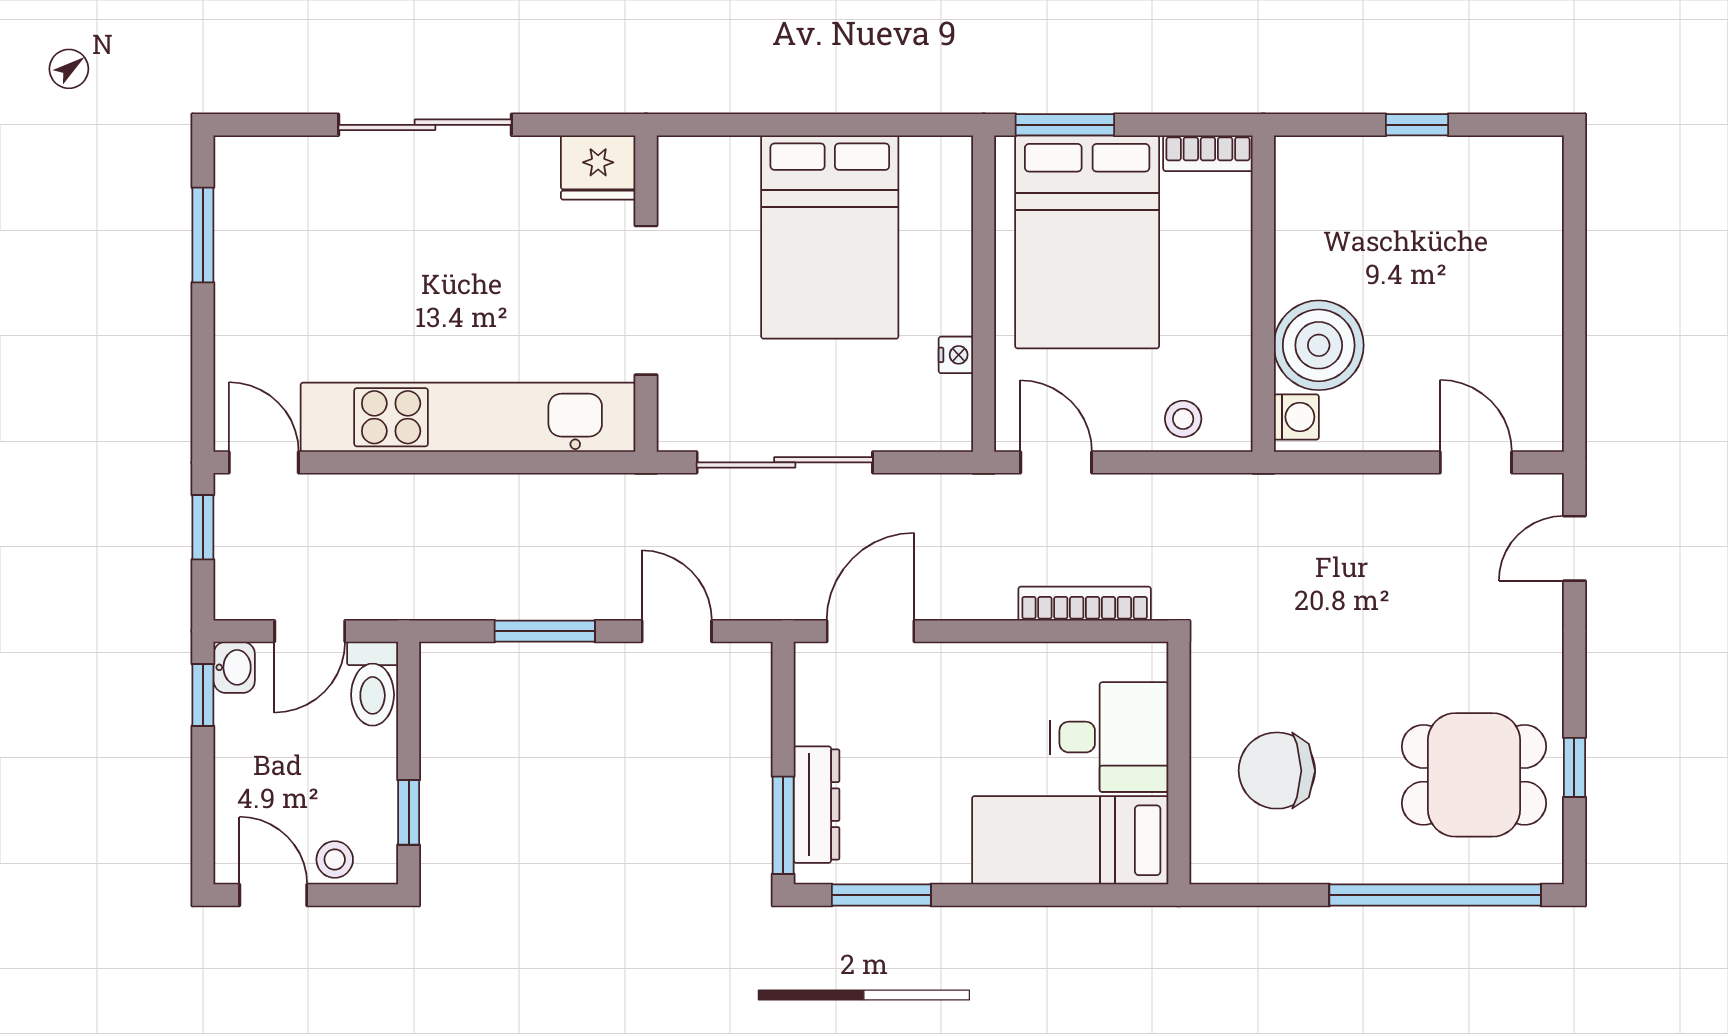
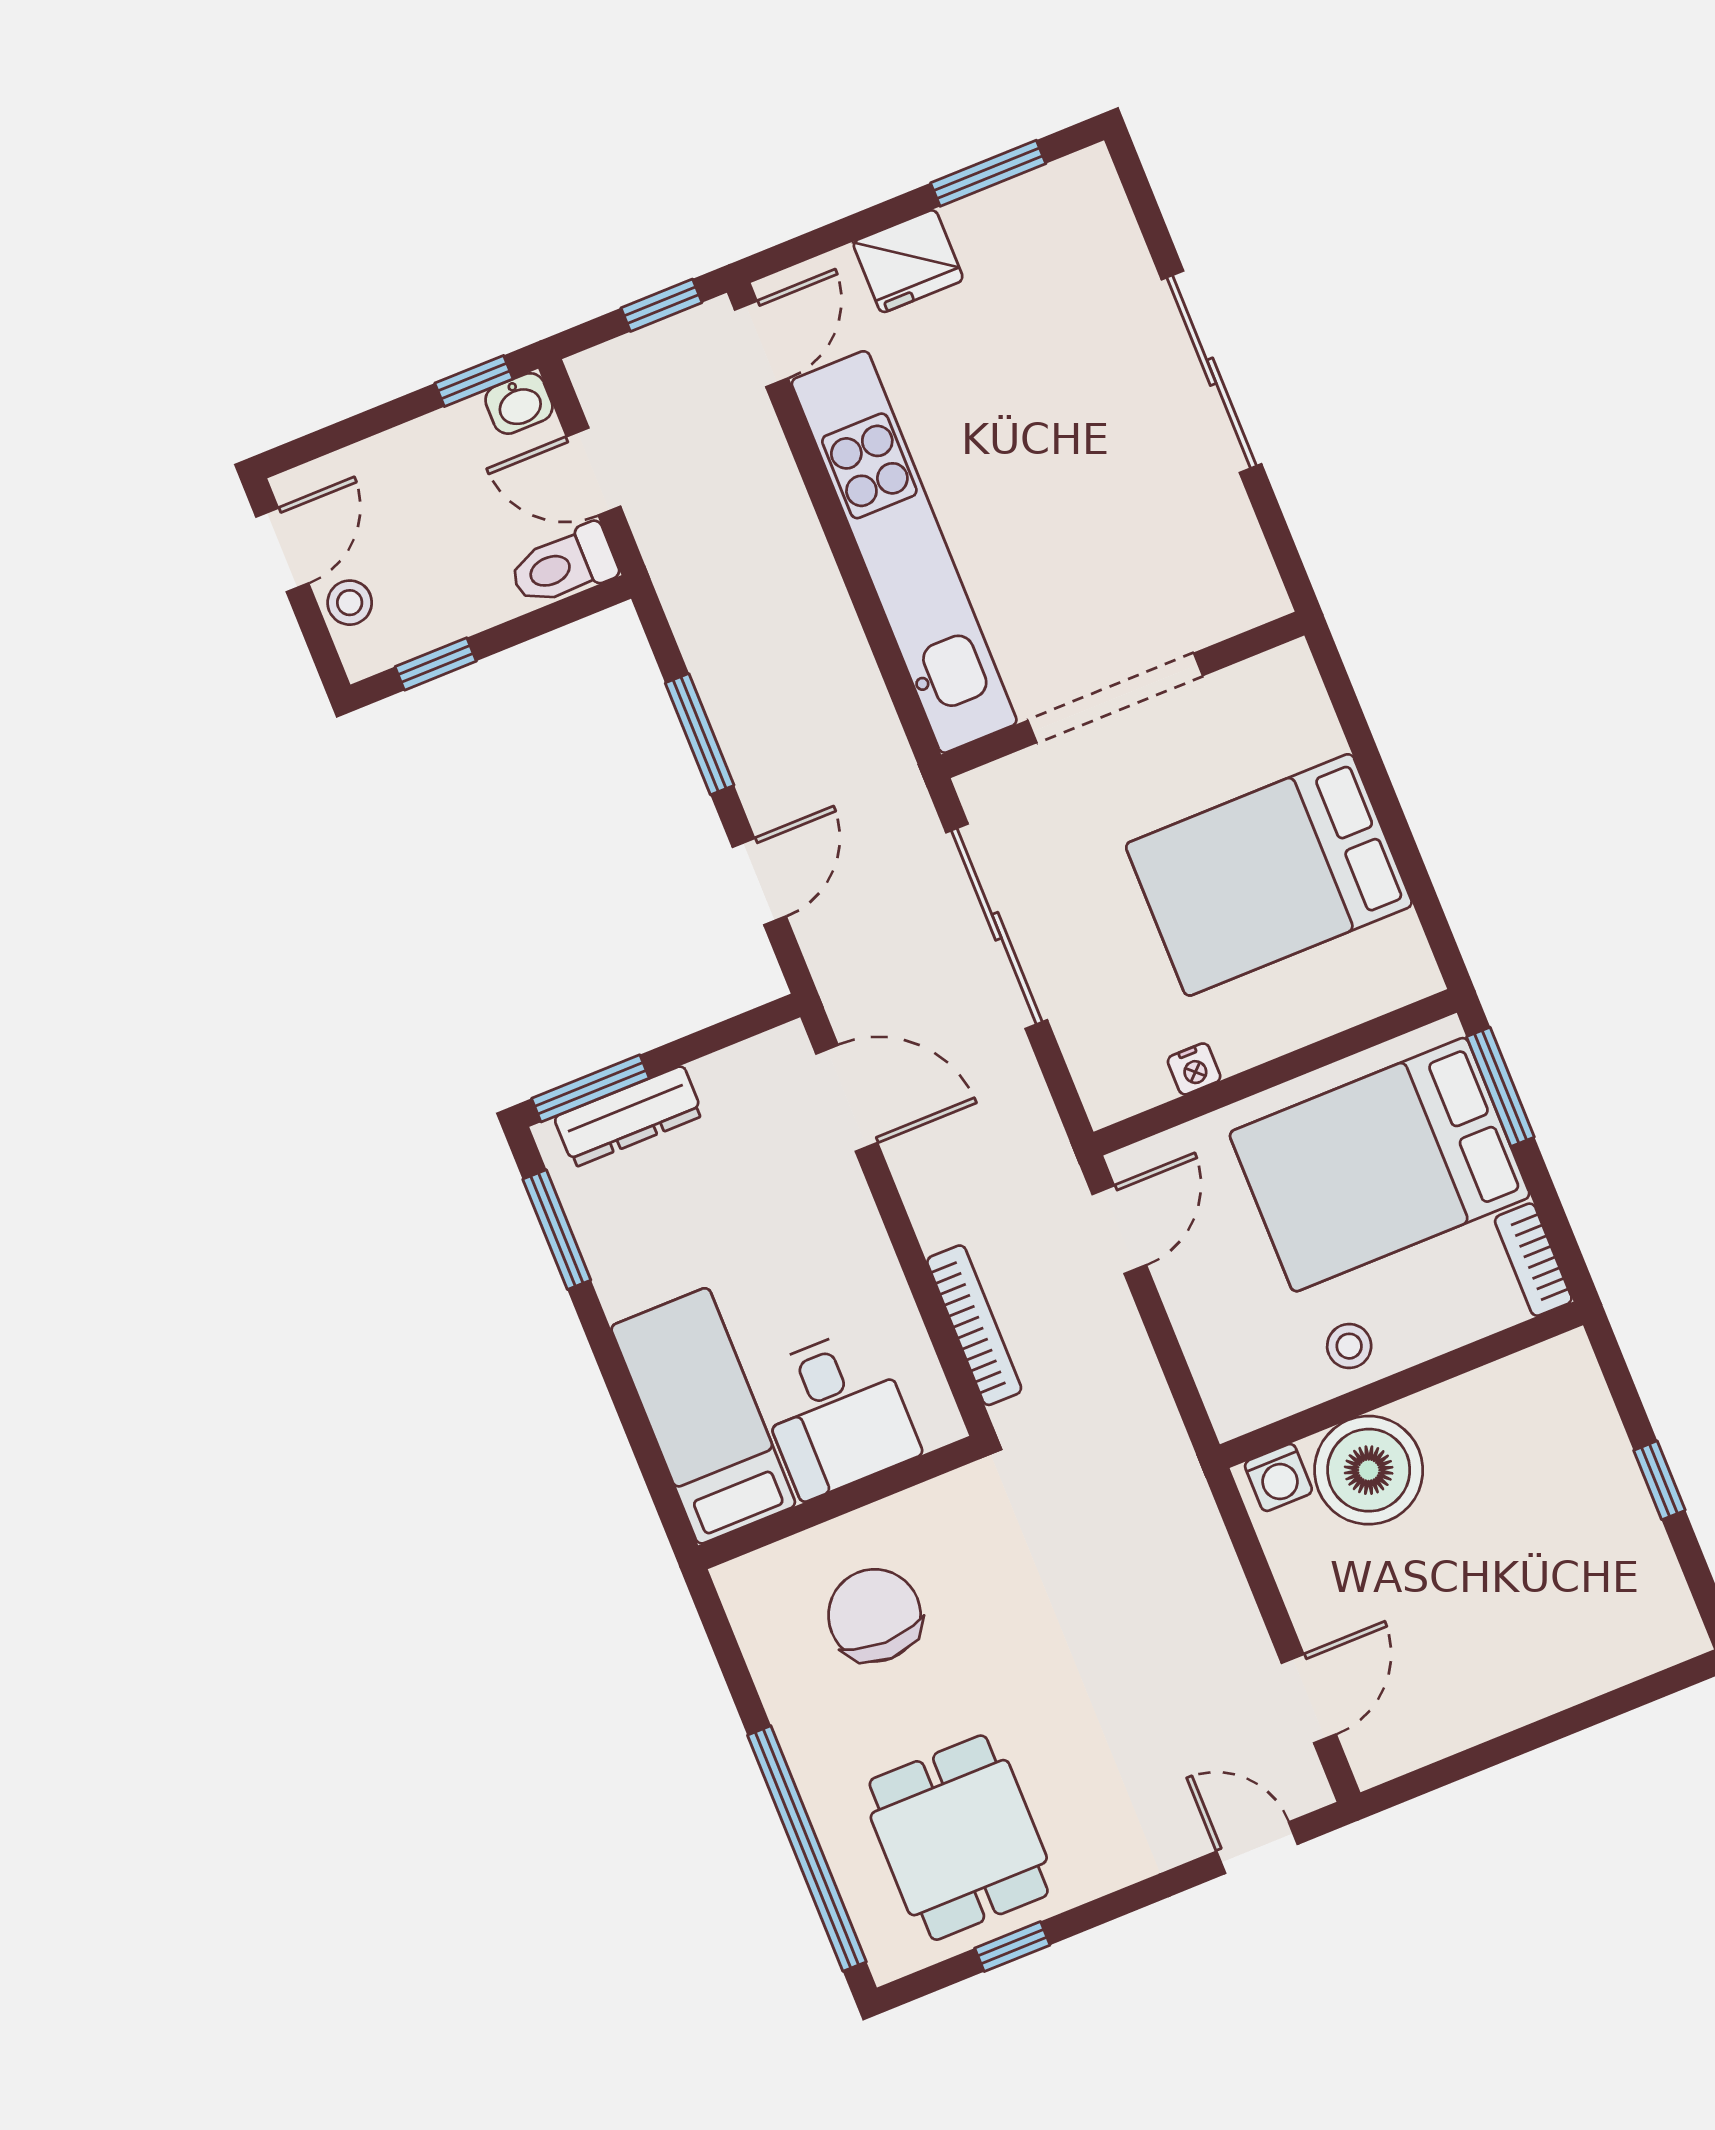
fridge: (598, 167) -> (908, 261), moved, turned -90
stool: (1183, 419) -> (1349, 1346), moved

